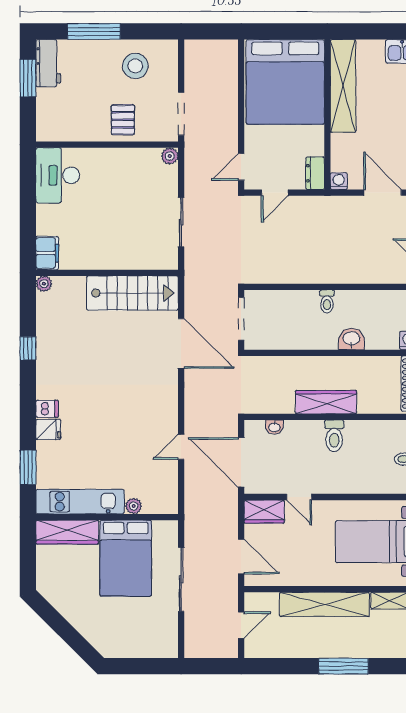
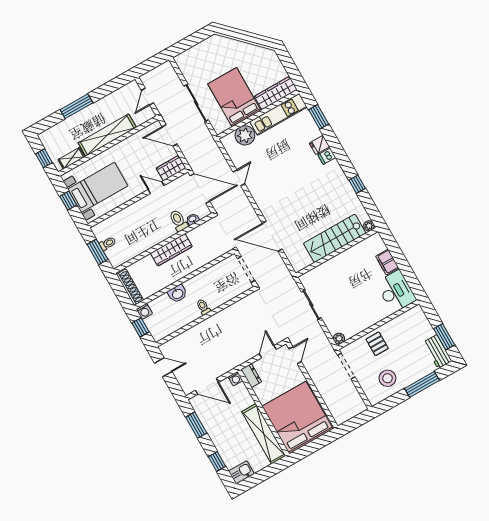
filing cabinet: (47, 253) -> (387, 262), moved
stairs: (132, 293) -> (335, 238), moved
toilet: (334, 436) -> (178, 221), moved
plant: (134, 506) -> (245, 135), width x1.87, depth x1.87

